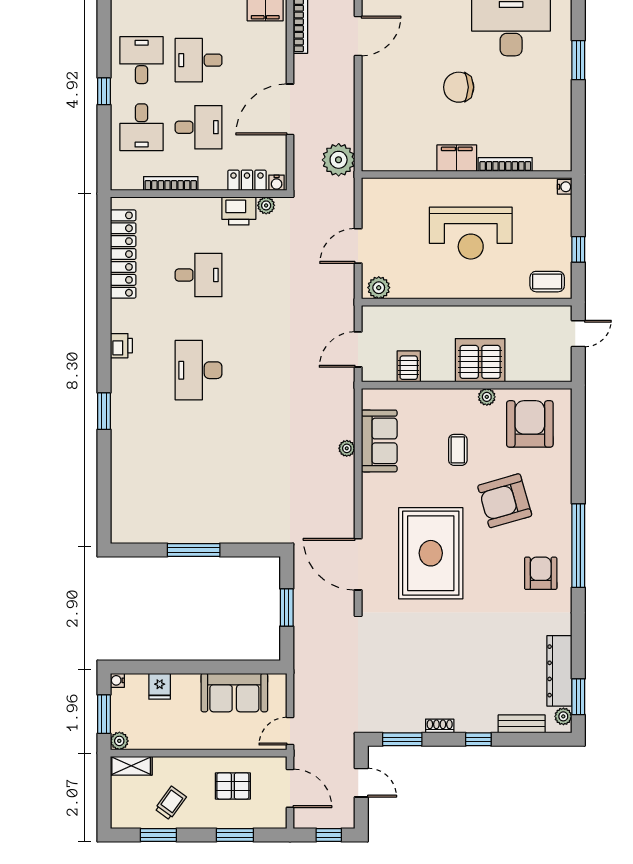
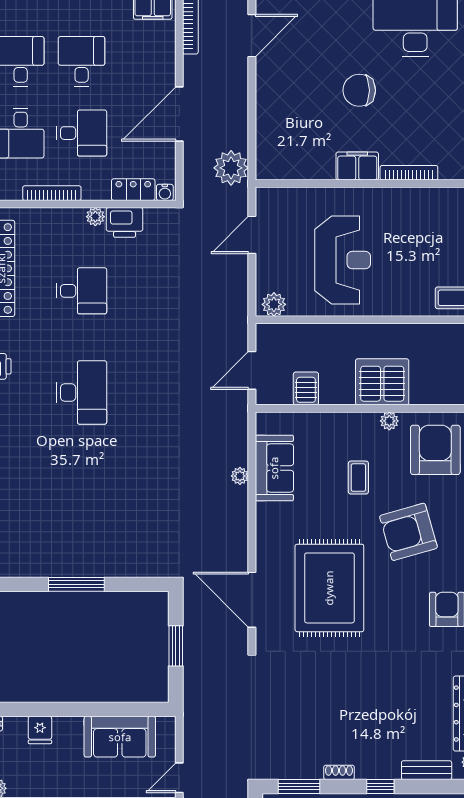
desk: (199, 60) -> (82, 61), turned 90
plant: (266, 205) -> (95, 217), moved
reception desk: (471, 233) -> (343, 260), moved, turned -90
door: (358, 246) -> (252, 235), moved
desk: (199, 370) -> (82, 392), turned 180

